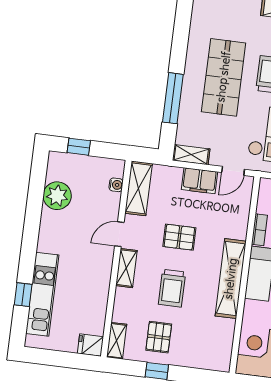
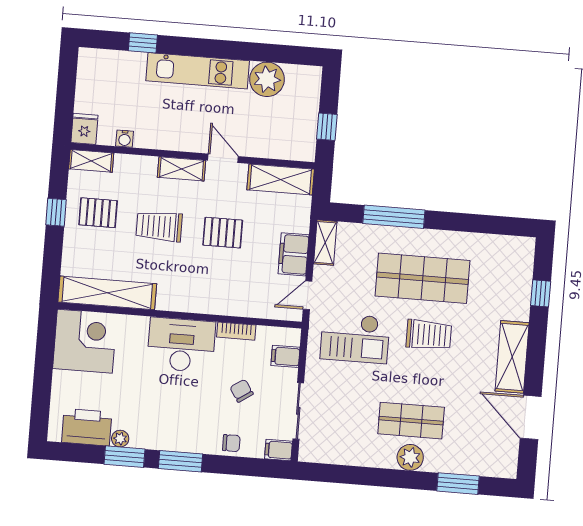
window: (79, 147) -> (327, 127), moved
door: (233, 171) -> (308, 295), hinge flipped
water cooler: (116, 185) -> (125, 139), moved
pallet: (179, 237) -> (223, 233), turned 90
shelving: (231, 279) -> (107, 293), moved
kitchen unit: (42, 294) -> (198, 71), moved

